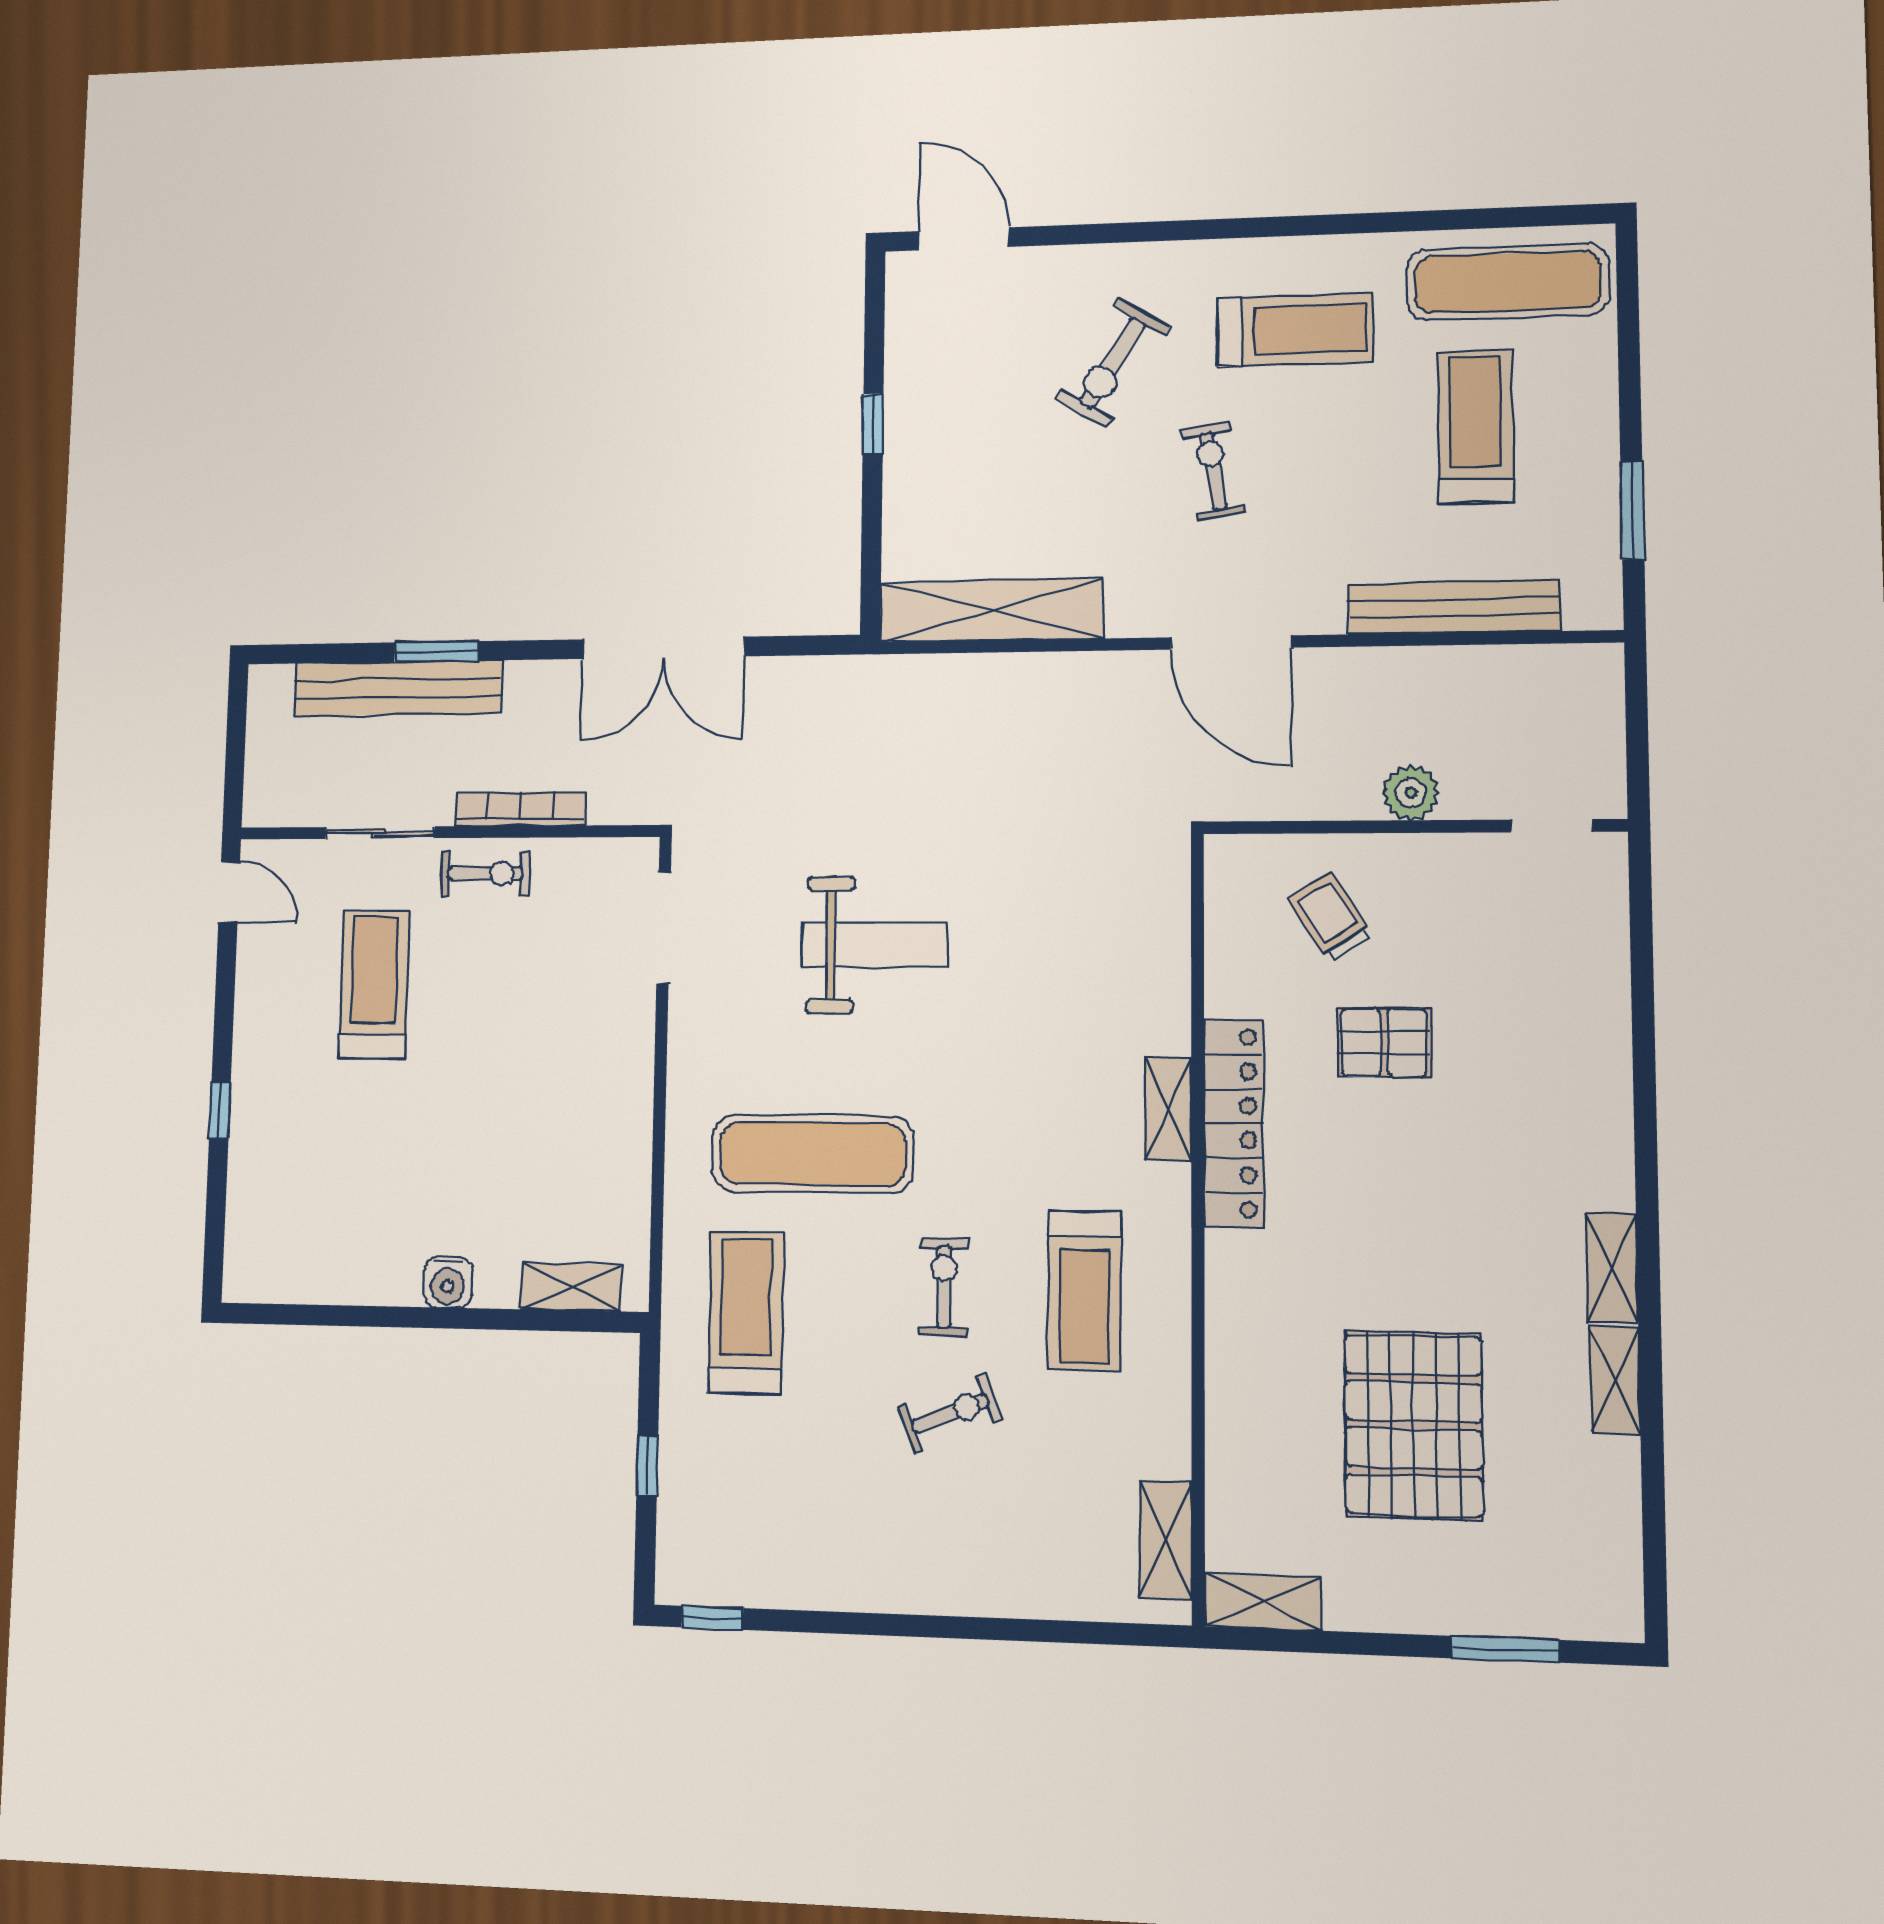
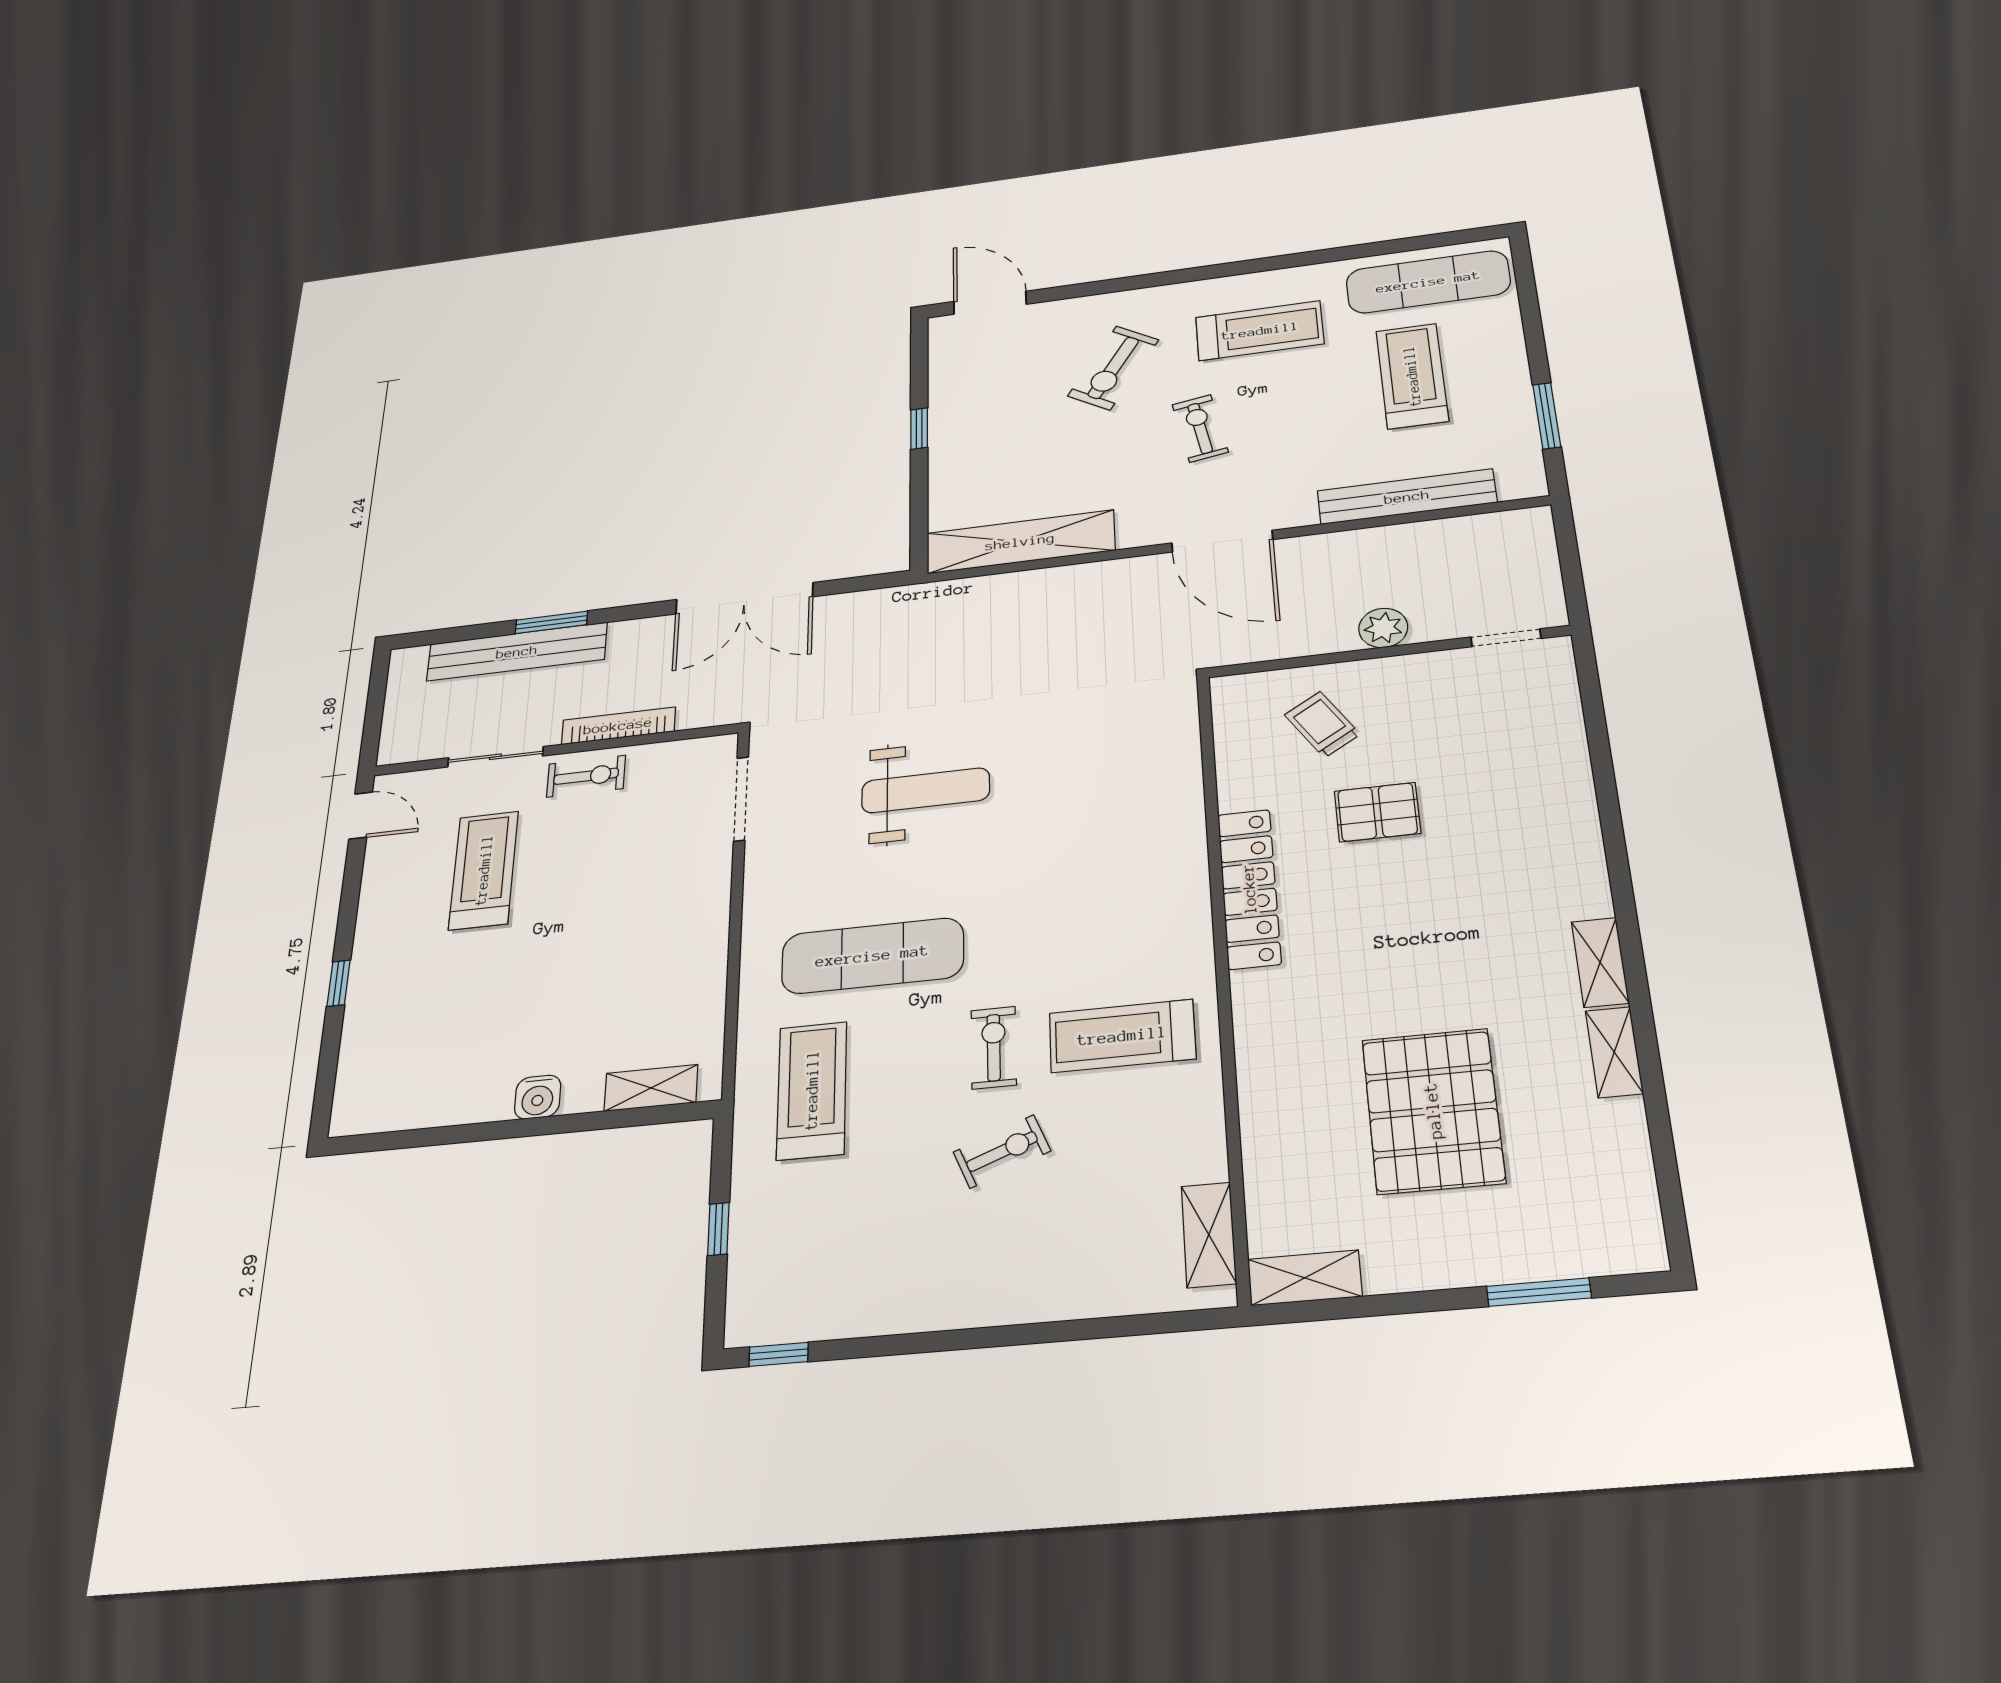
shelving: (1168, 1109) -> (1190, 884), removed
treadmill: (1084, 1290) -> (1122, 1036), turned 90

